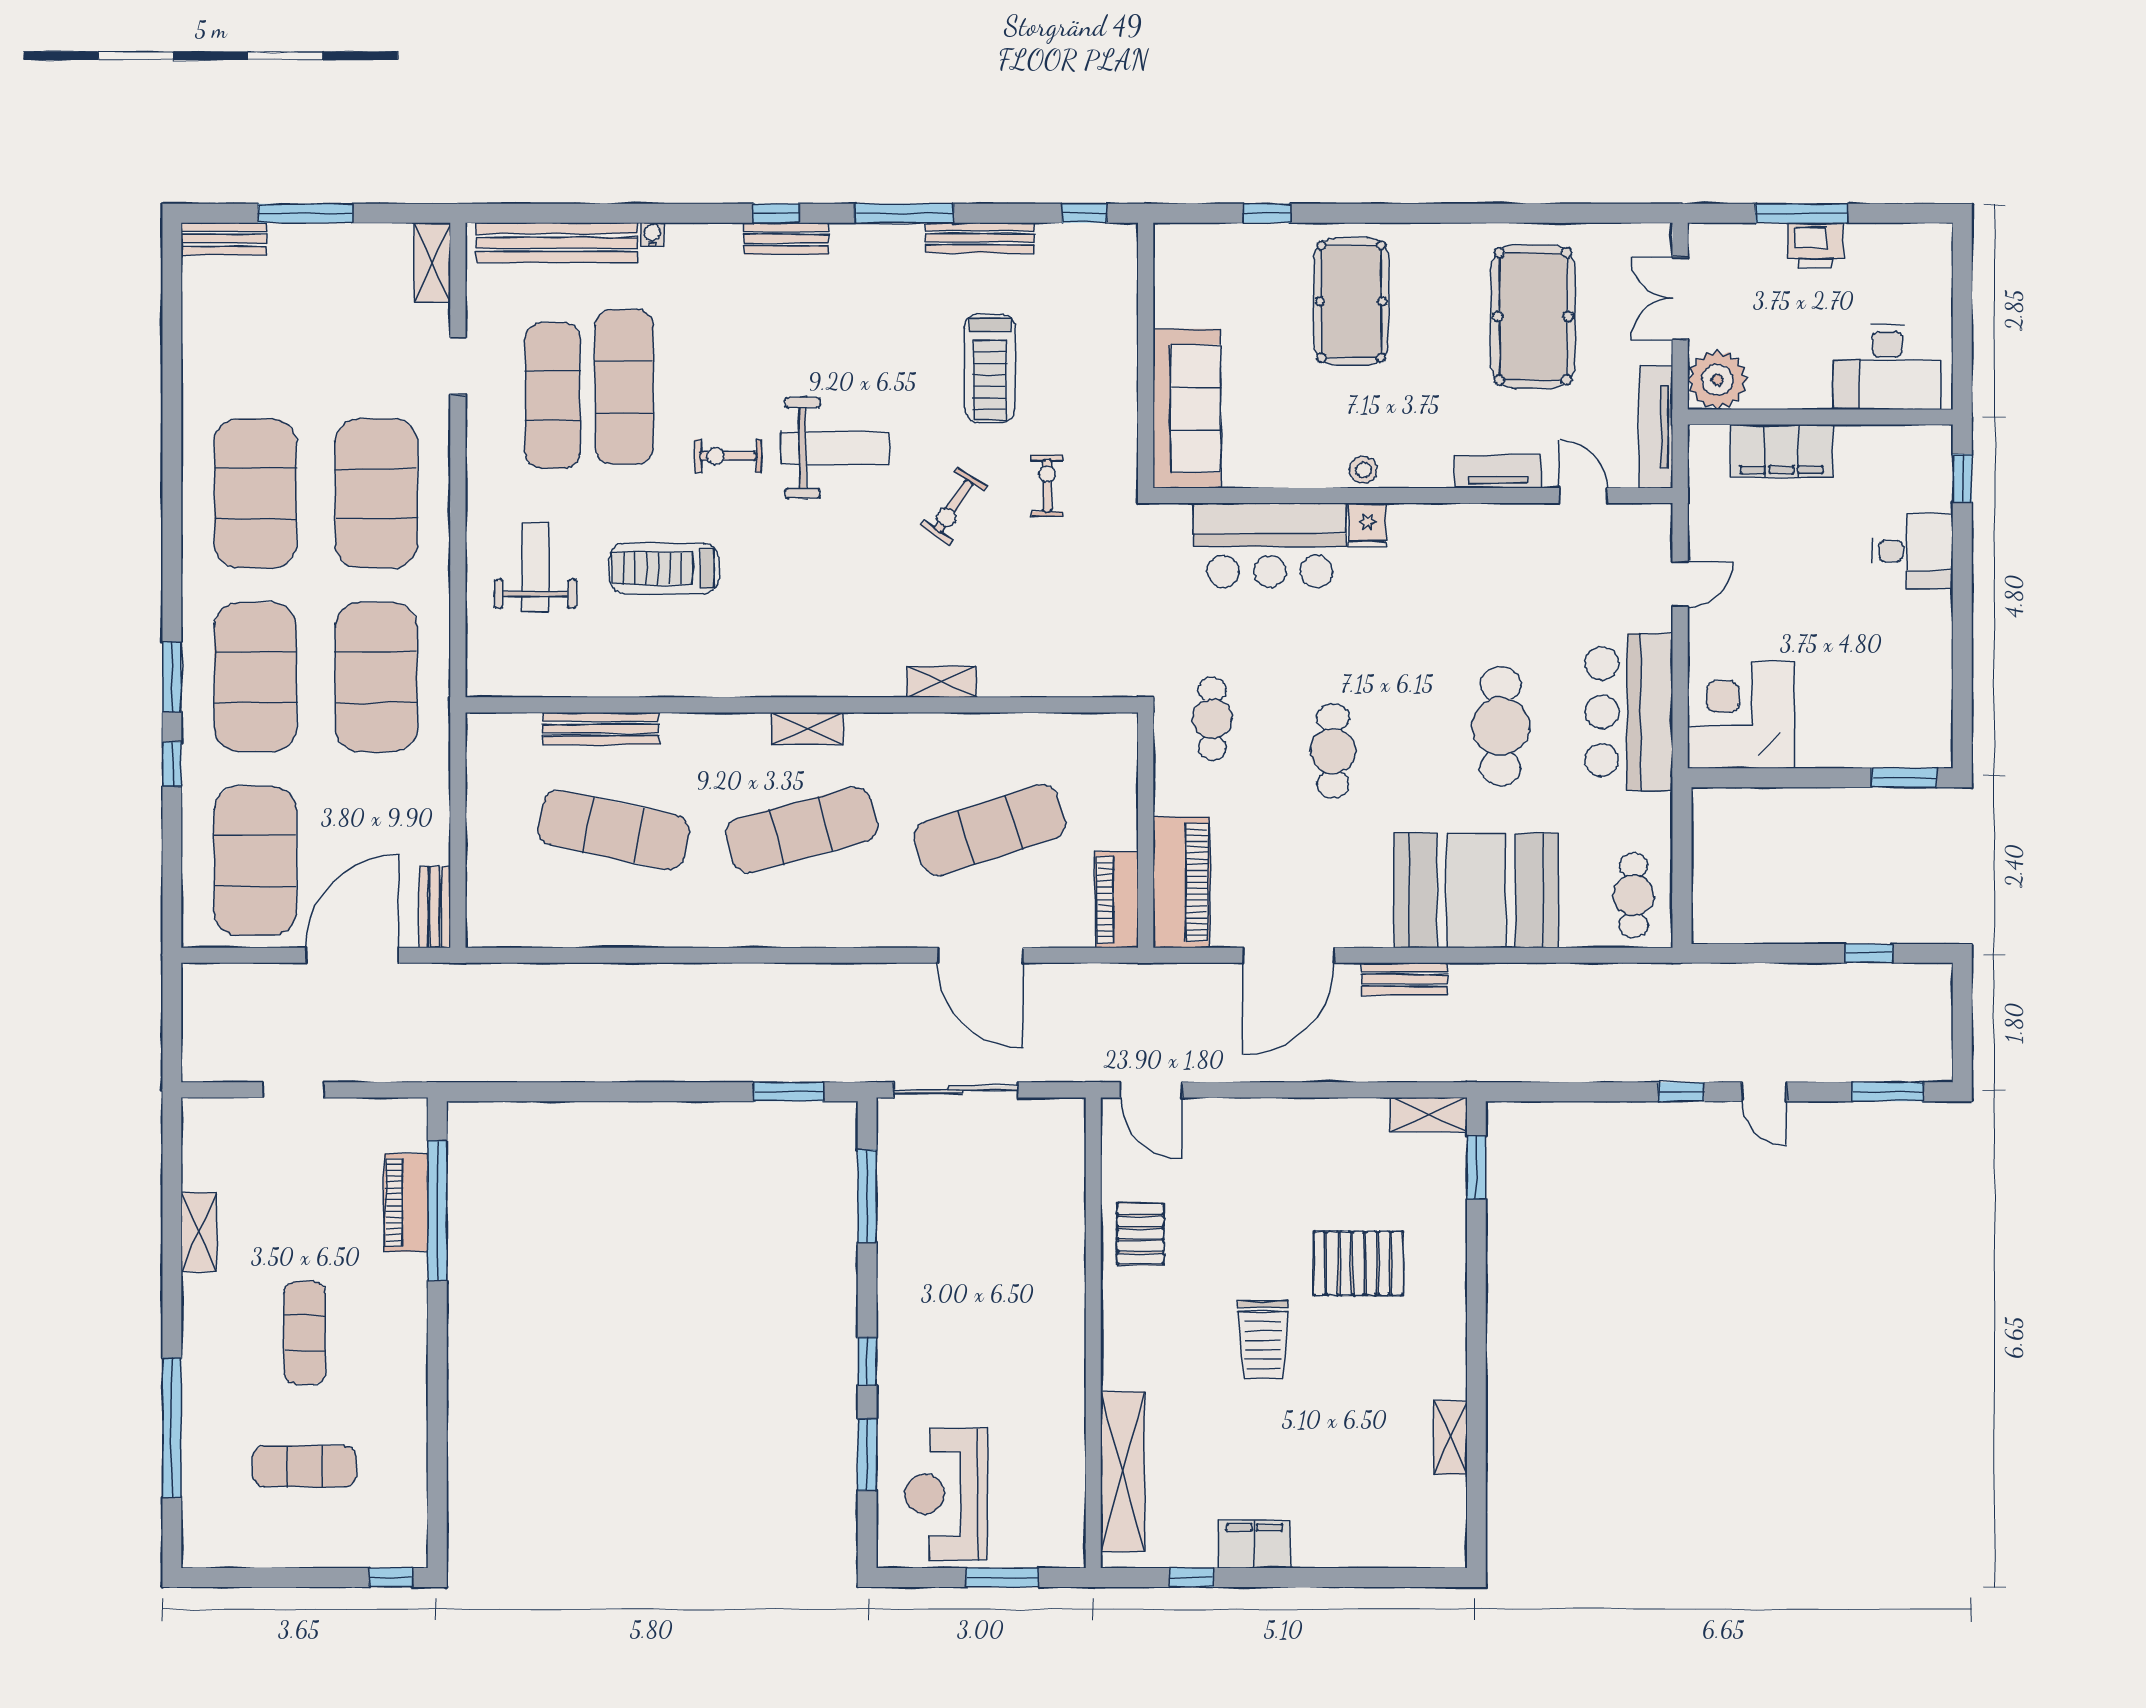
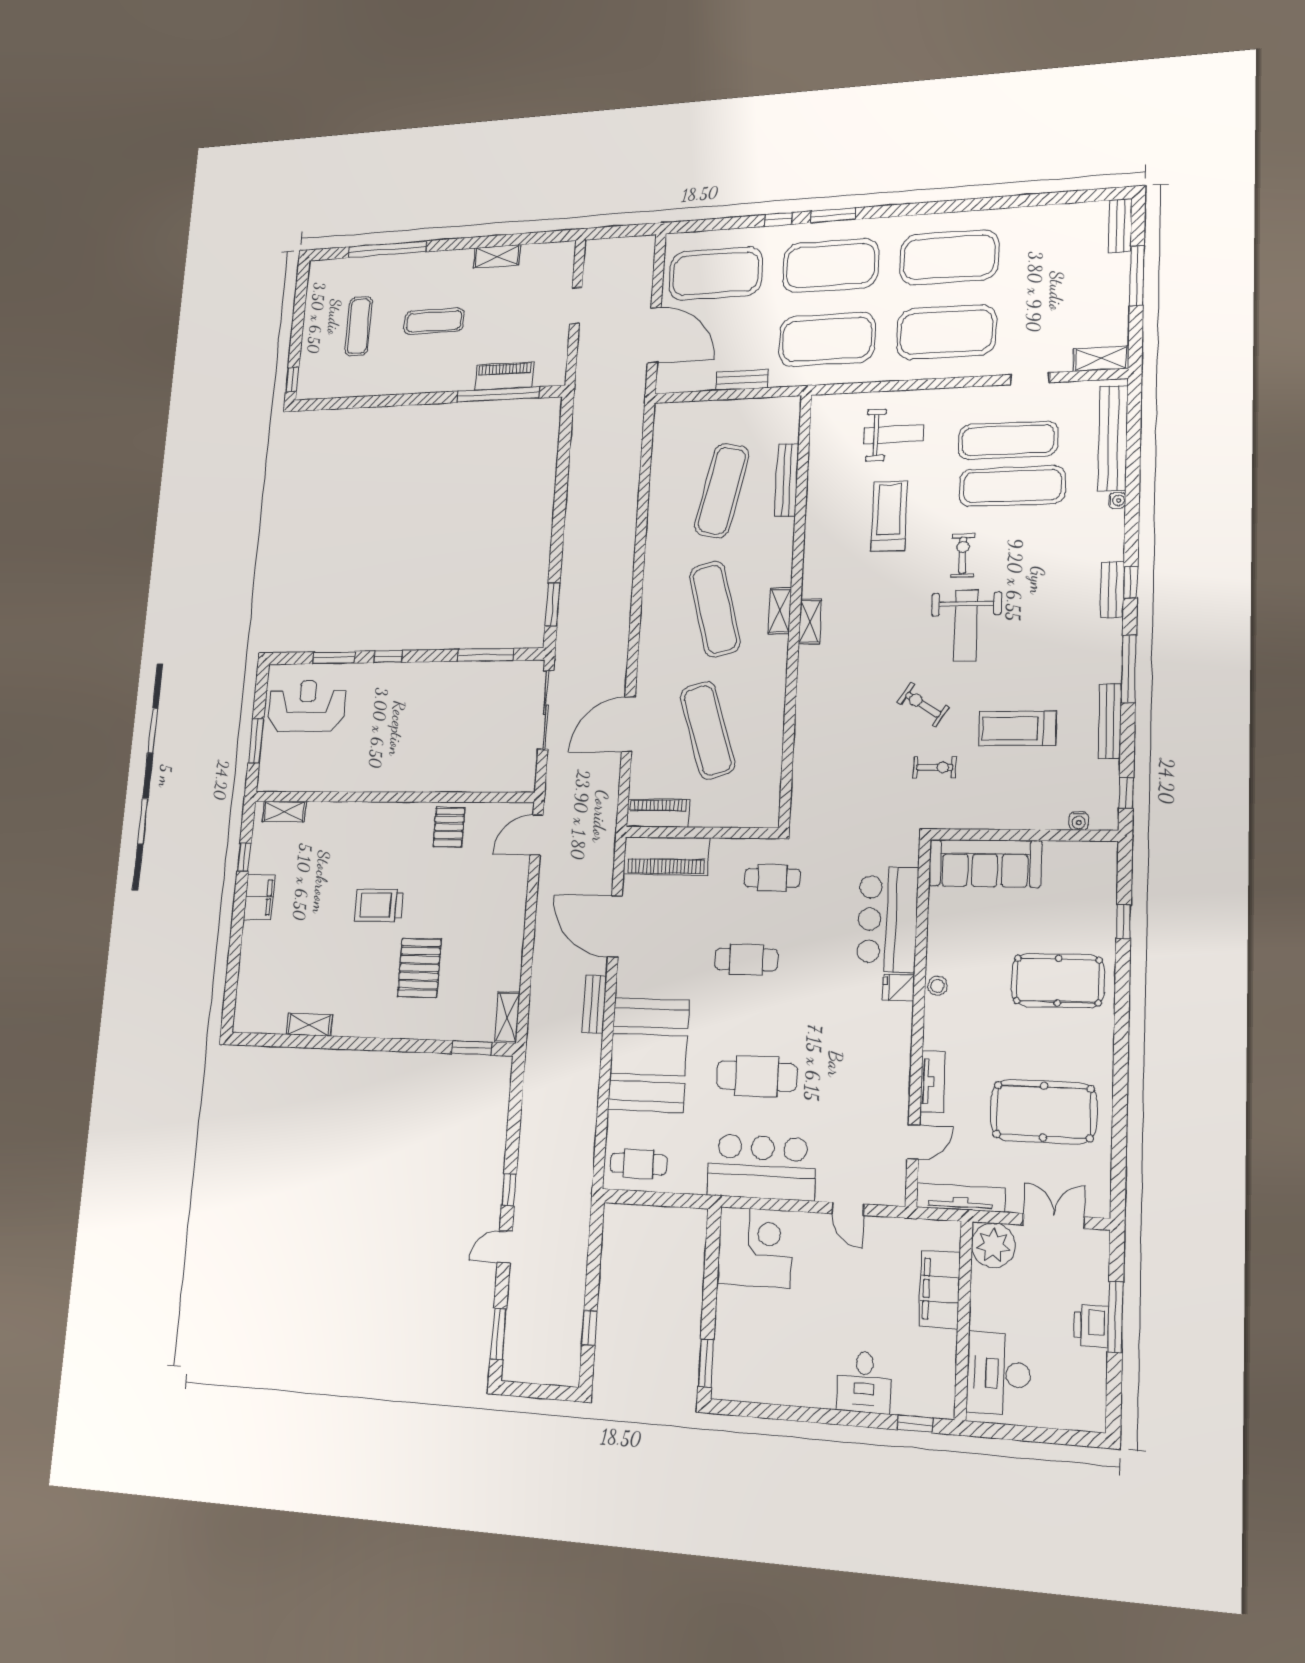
water cooler: (1125, 278) -> (1079, 821), added
shelving: (941, 682) -> (810, 621), moved
bench: (435, 907) -> (742, 380), moved
pallet: (1140, 1234) -> (449, 827), turned 90
shelving: (1123, 1472) -> (284, 812), width x0.45, depth x0.75

